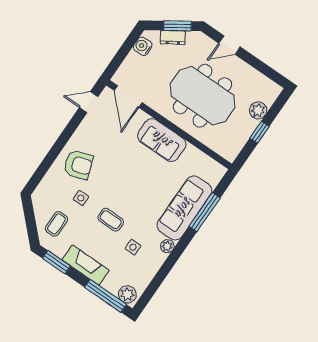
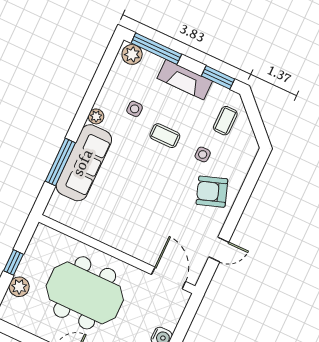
door: (89, 102) -> (219, 249), moved
sofa: (162, 140) -> (122, 235), removed

